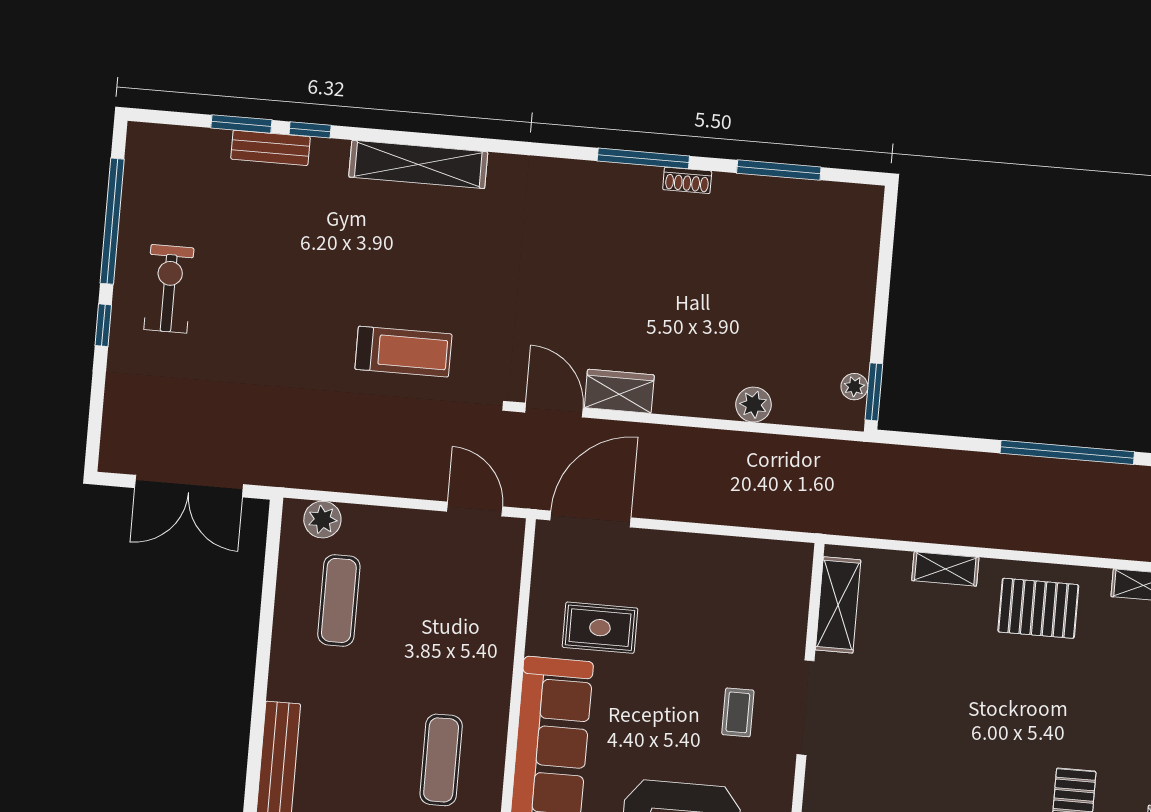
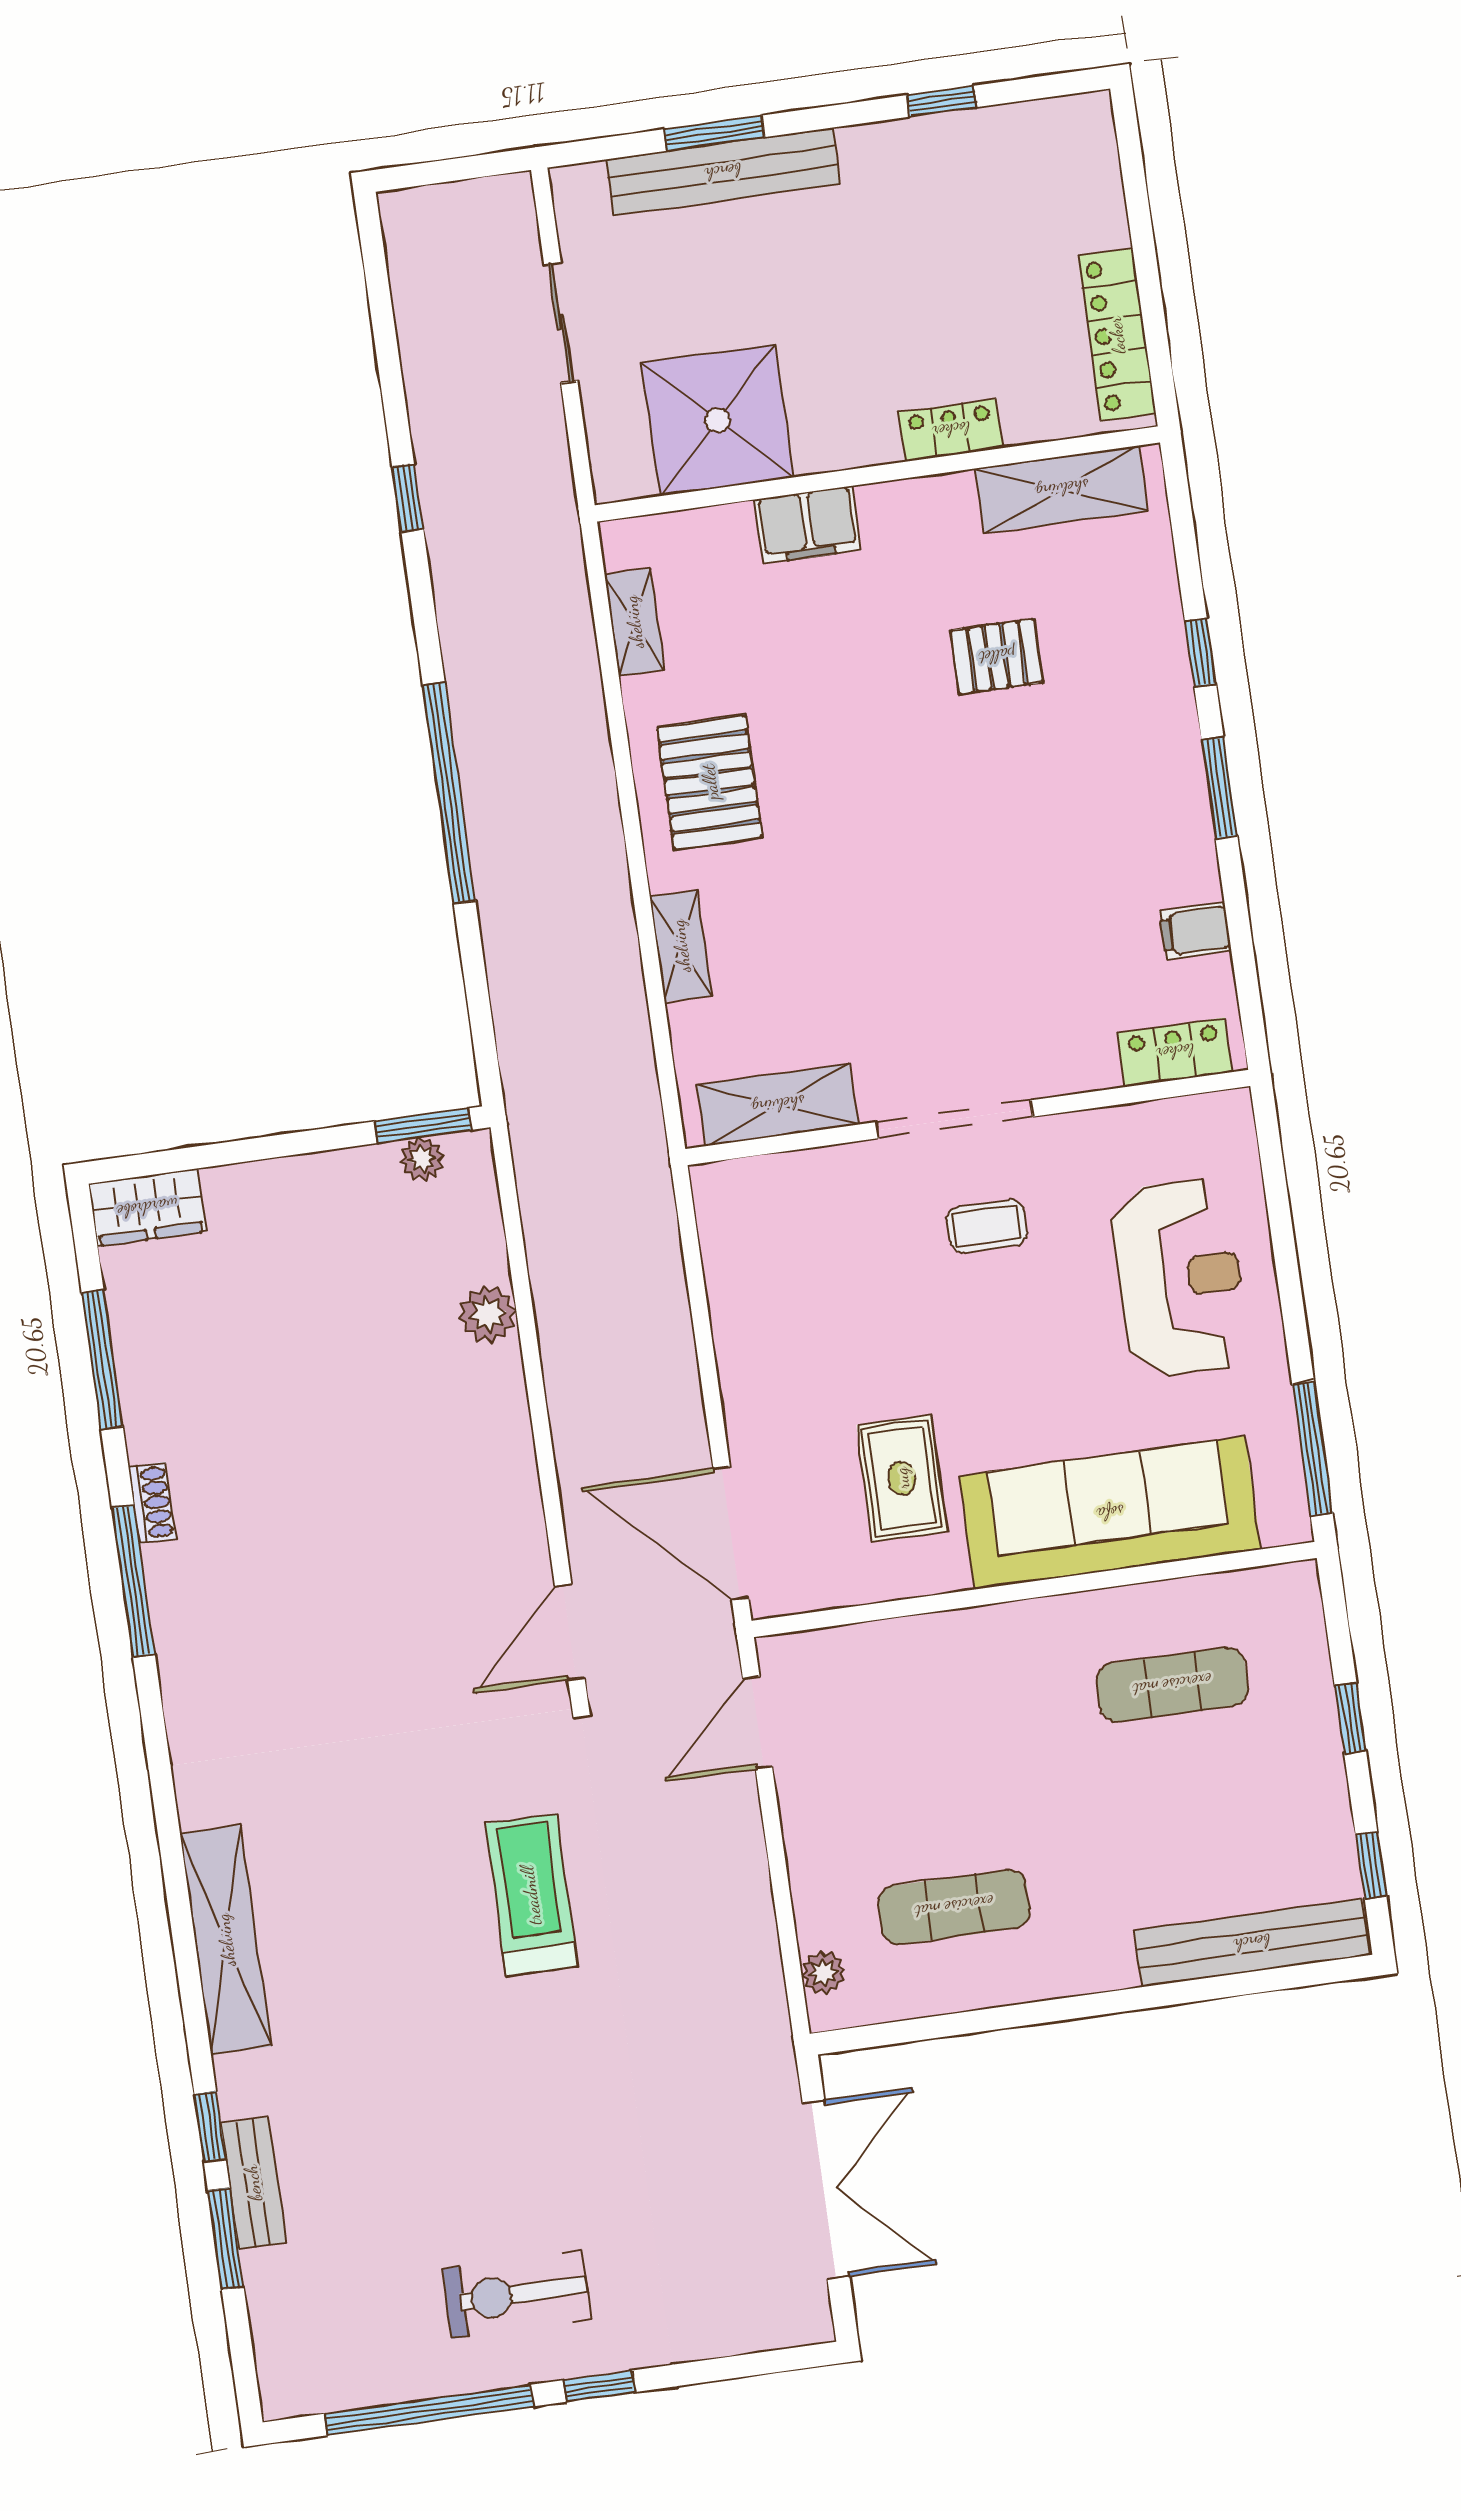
wardrobe: (619, 391) -> (147, 1208), moved, turned -90
plant: (322, 520) -> (823, 1973), width x0.73, depth x0.73

